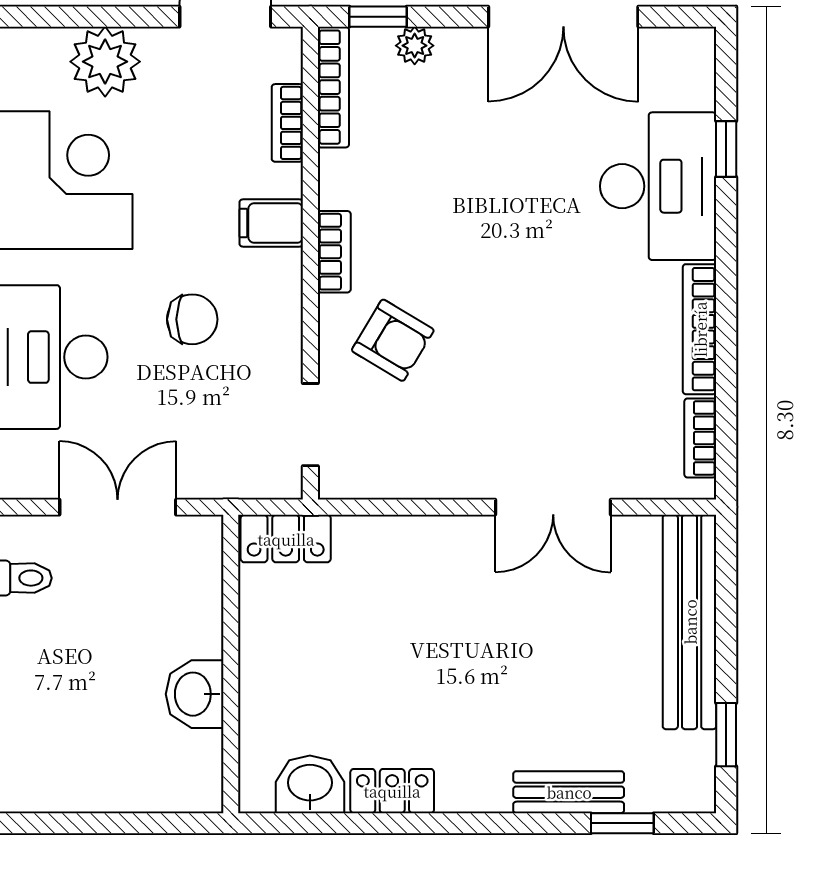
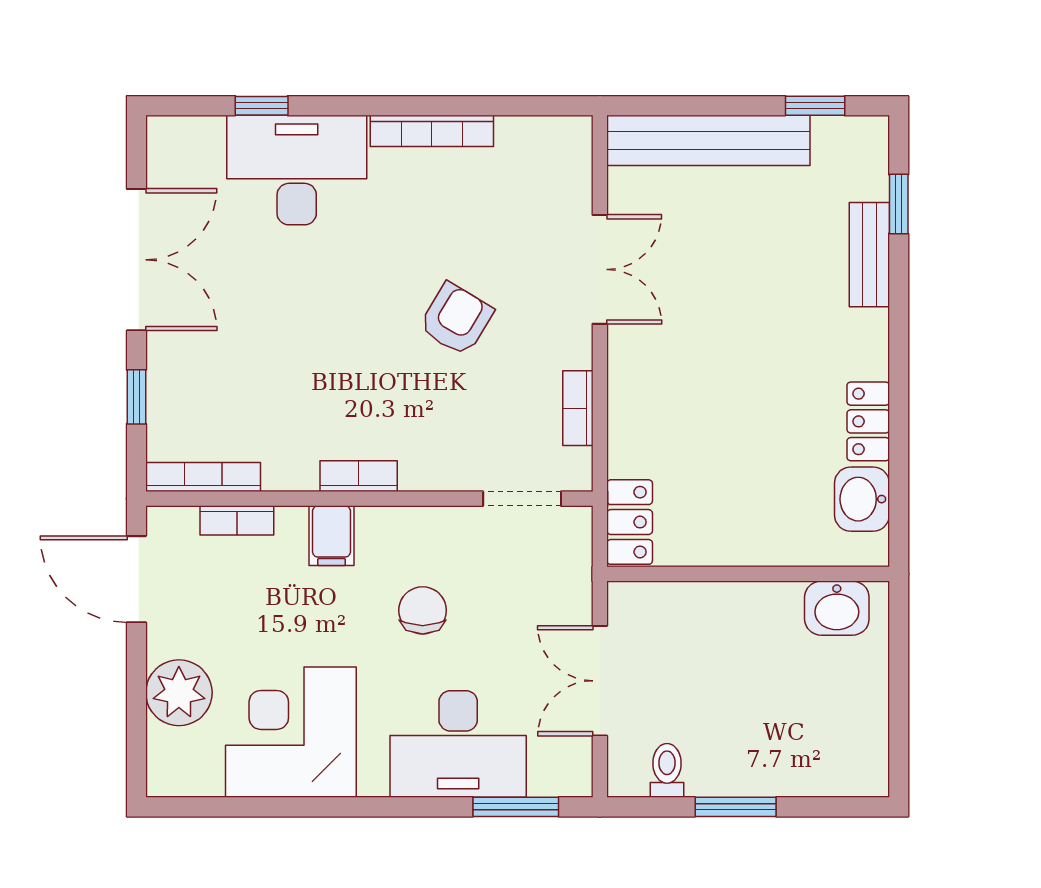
window: (378, 17) -> (136, 397), moved
plant: (415, 46) -> (164, 400), removed
armchair: (393, 340) -> (456, 319), moved
bookcase: (700, 438) -> (578, 408), moved, turned 90
washbasin: (195, 694) -> (837, 608), moved

